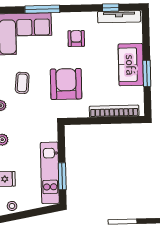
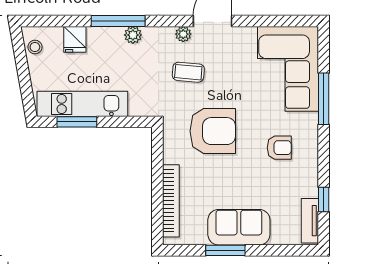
tv unit: (119, 17) -> (310, 221), width x0.71
coffee table: (22, 83) -> (188, 72), moved

